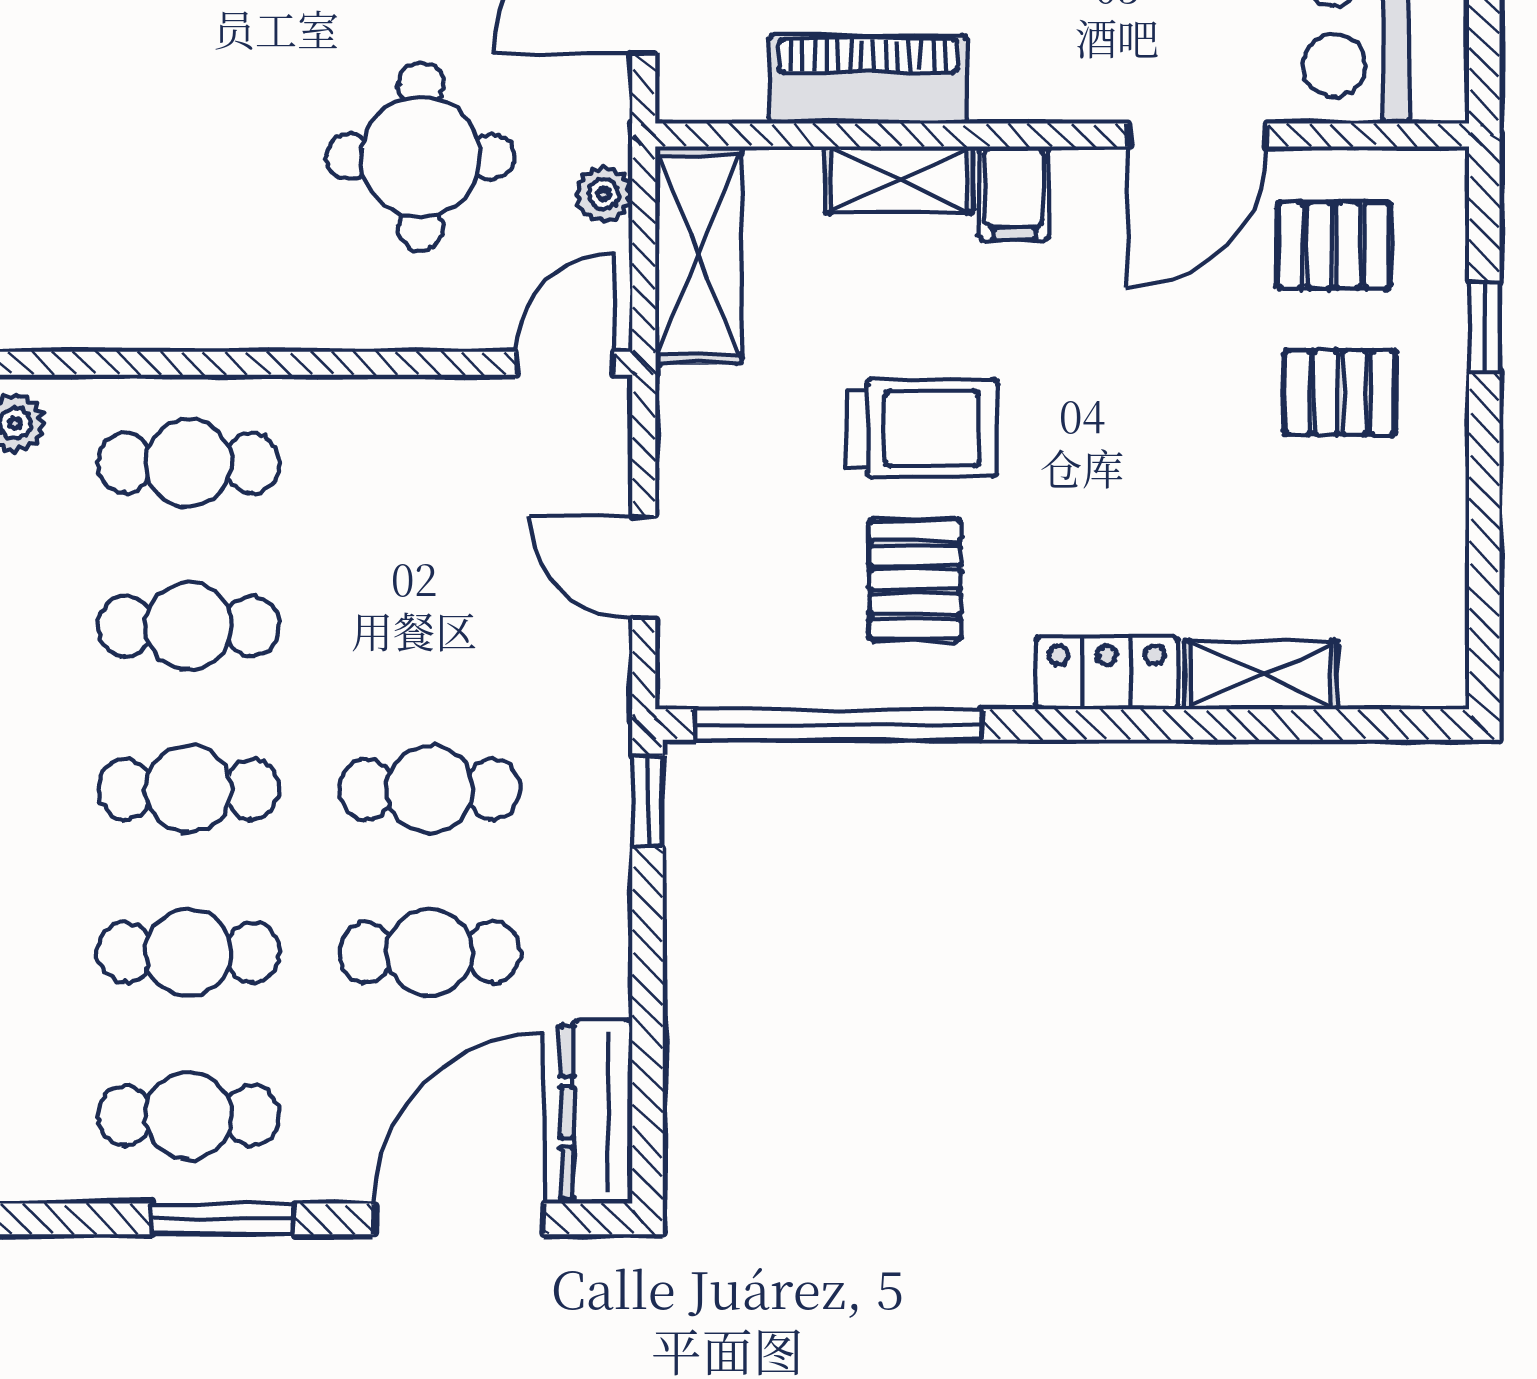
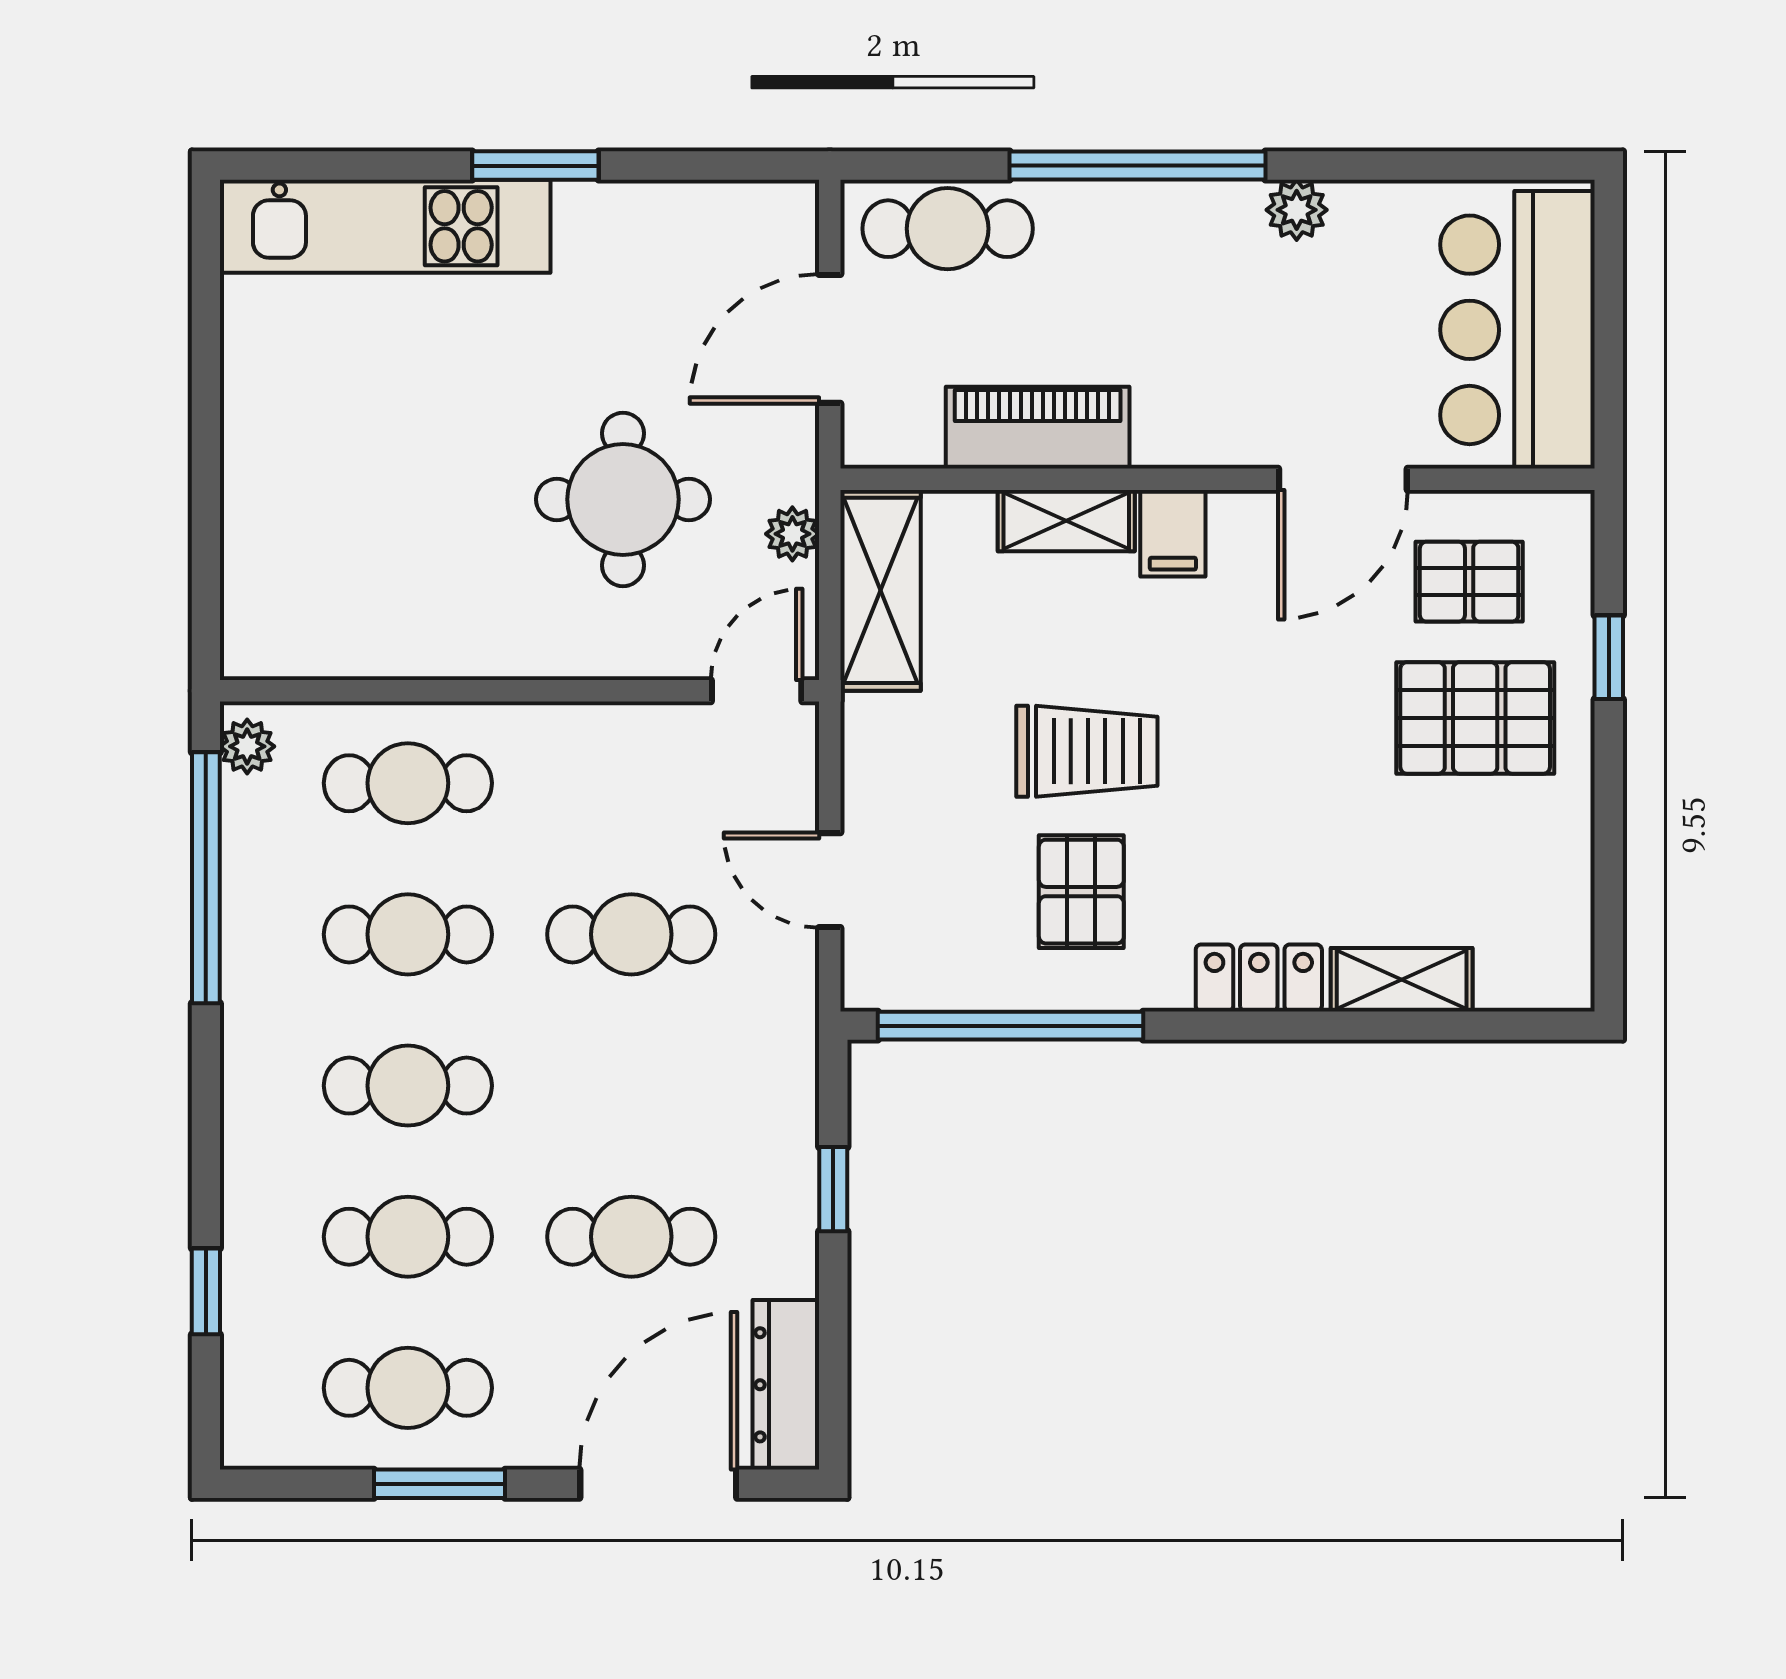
pallet: (1340, 393) -> (1475, 718), width x1.50, depth x1.42
cafe table: (430, 789) -> (631, 934), moved
window: (648, 801) -> (833, 1189), moved

